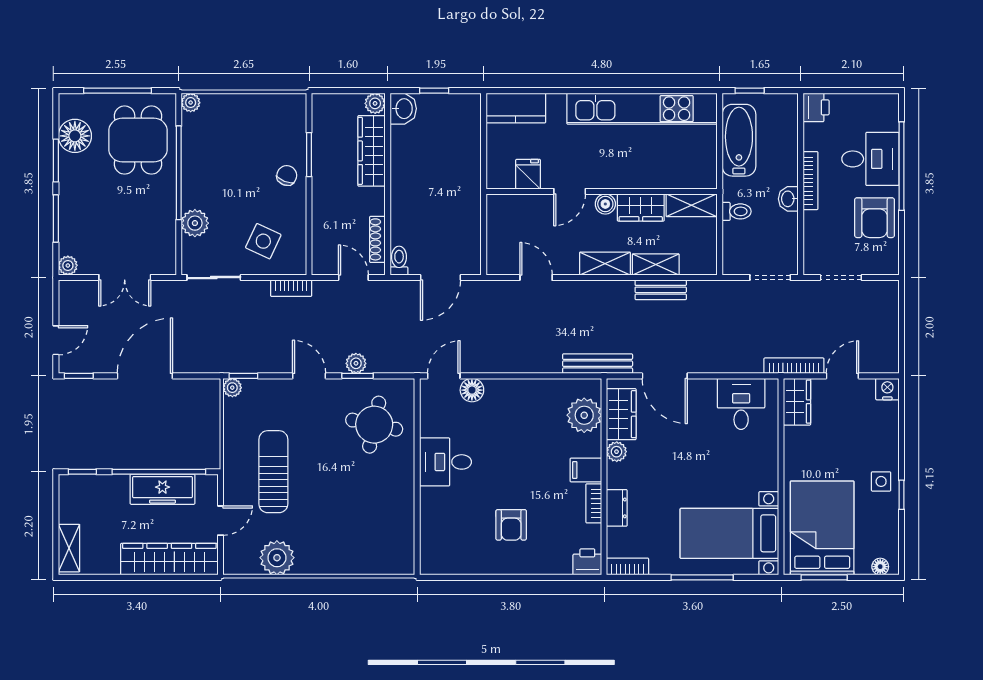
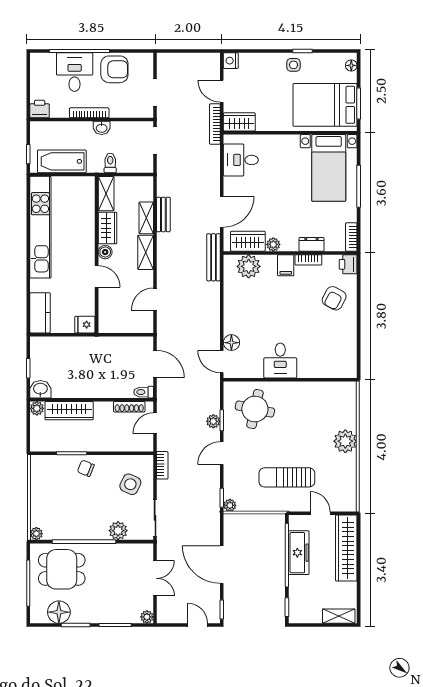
fridge: (528, 174) -> (85, 325), moved
armchair: (511, 525) -> (334, 298), moved, turned 118
plant: (277, 558) -> (345, 441), moved

